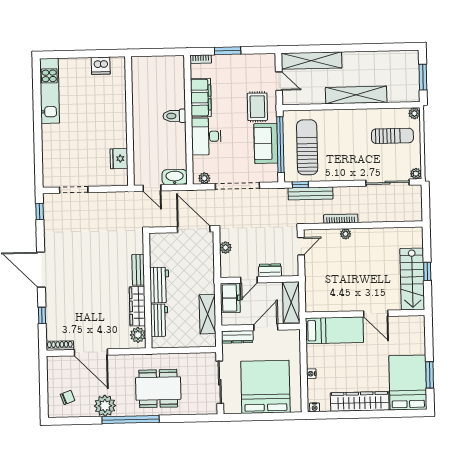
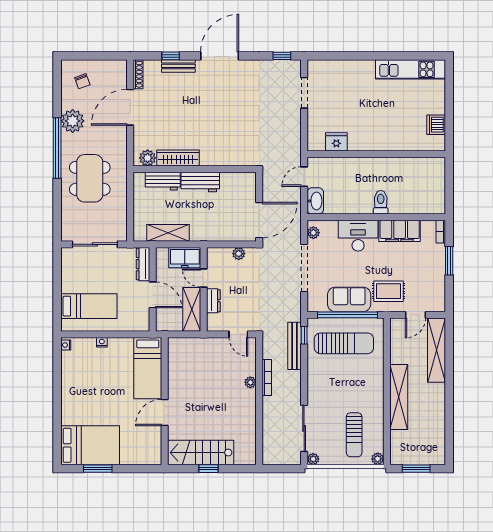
bench: (138, 270) -> (178, 66), moved
shelving: (291, 302) -> (192, 309), moved, turned 90
bed: (265, 387) -> (89, 306), width x0.49
wardrobe: (360, 401) -> (71, 393), removed

